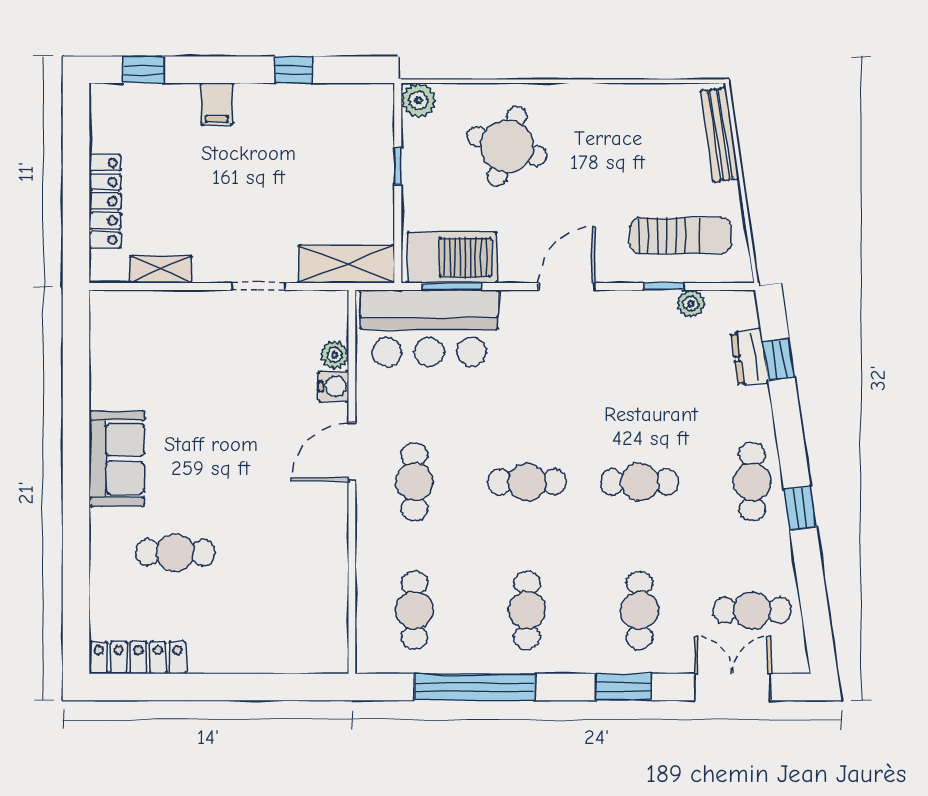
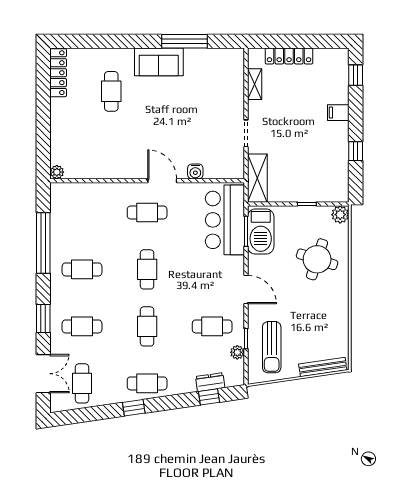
plant: (335, 355) -> (57, 172), moved
window: (76, 408) -> (184, 41), added
cafe table: (414, 610) -> (212, 326), moved

